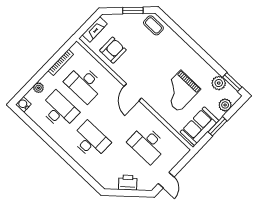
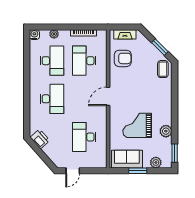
plant: (219, 83) -> (166, 131), moved
printer: (128, 183) -> (40, 139), moved

